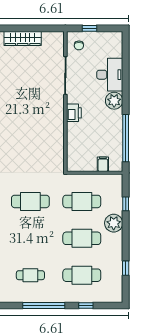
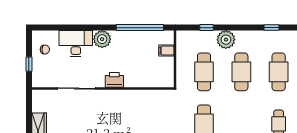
chair: (79, 45) -> (45, 50), moved

